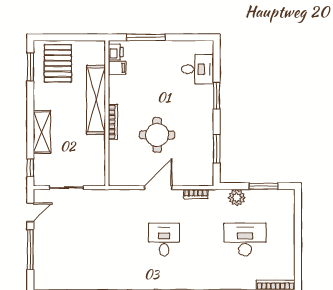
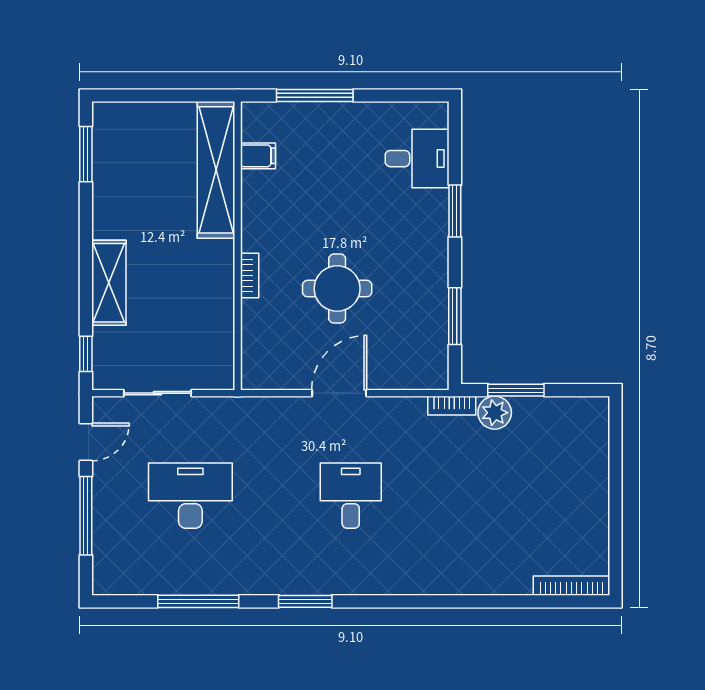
printer: (116, 52) -> (255, 124), removed
pallet: (58, 63) -> (141, 147), removed
shelving: (96, 100) -> (216, 170), moved
bookcase: (113, 122) -> (250, 275), width x0.64
window: (264, 186) -> (516, 390), moved
bookcase: (196, 194) -> (452, 406), moved
desk: (245, 240) -> (190, 496), moved

